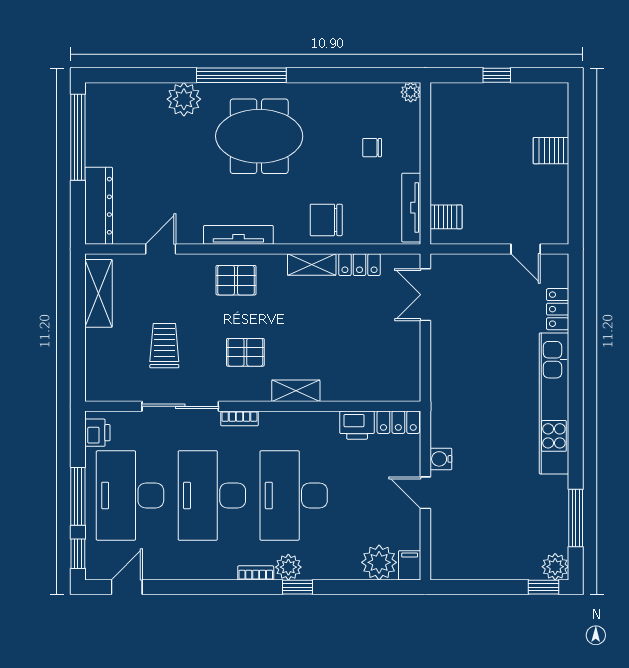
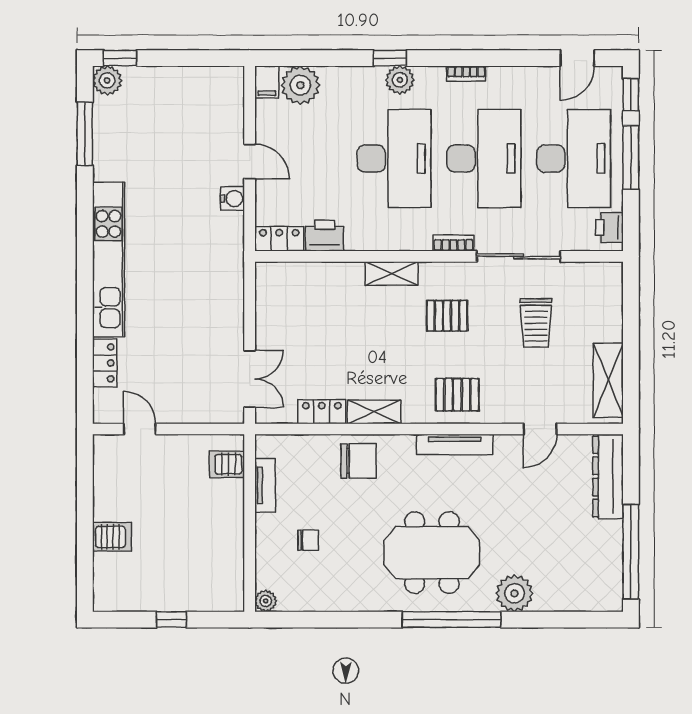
tv unit: (411, 208) -> (265, 485), width x0.71
bookcase: (256, 573) -> (466, 74), moved

